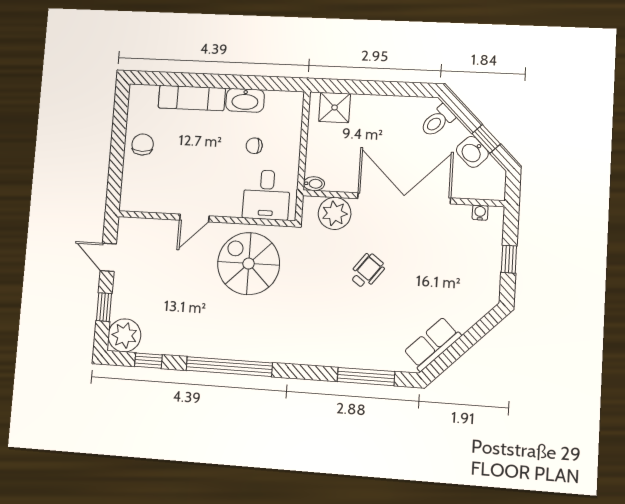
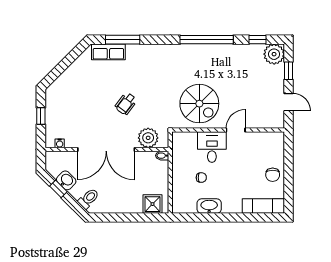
exam couch: (192, 98) -> (263, 206), moved
desk: (266, 195) -> (212, 147), moved
row of seats: (432, 344) -> (108, 52), moved, turned 45

